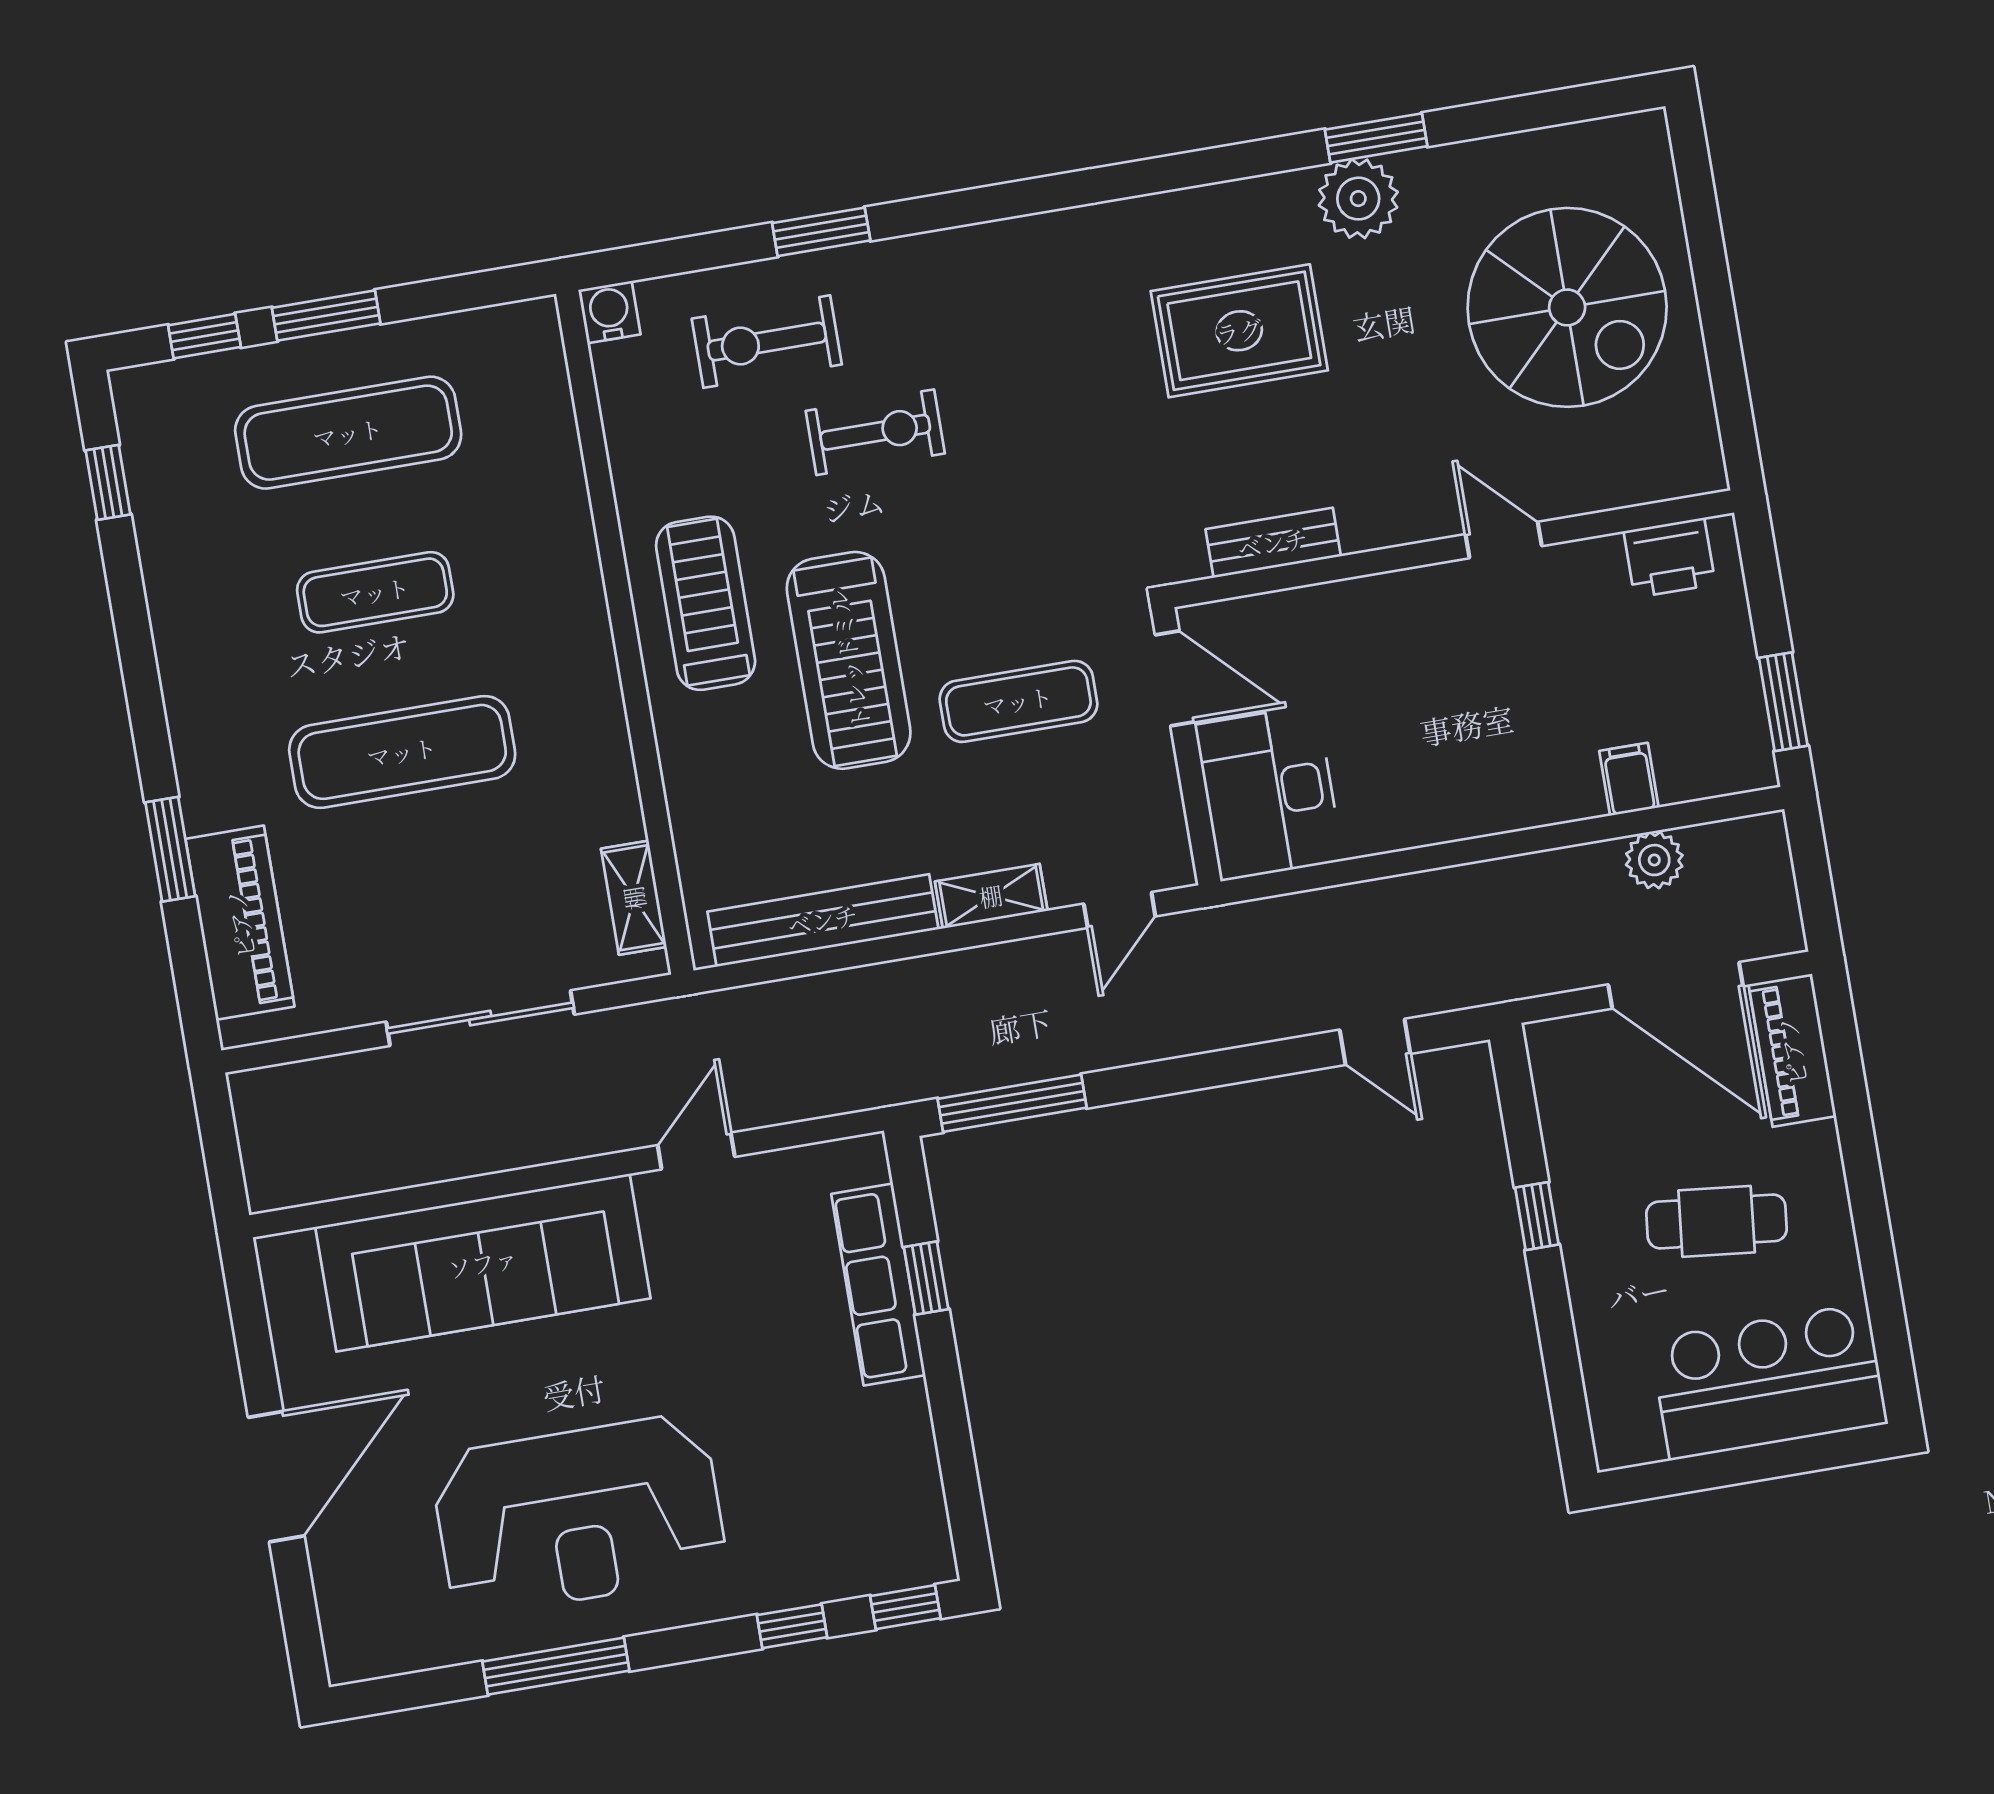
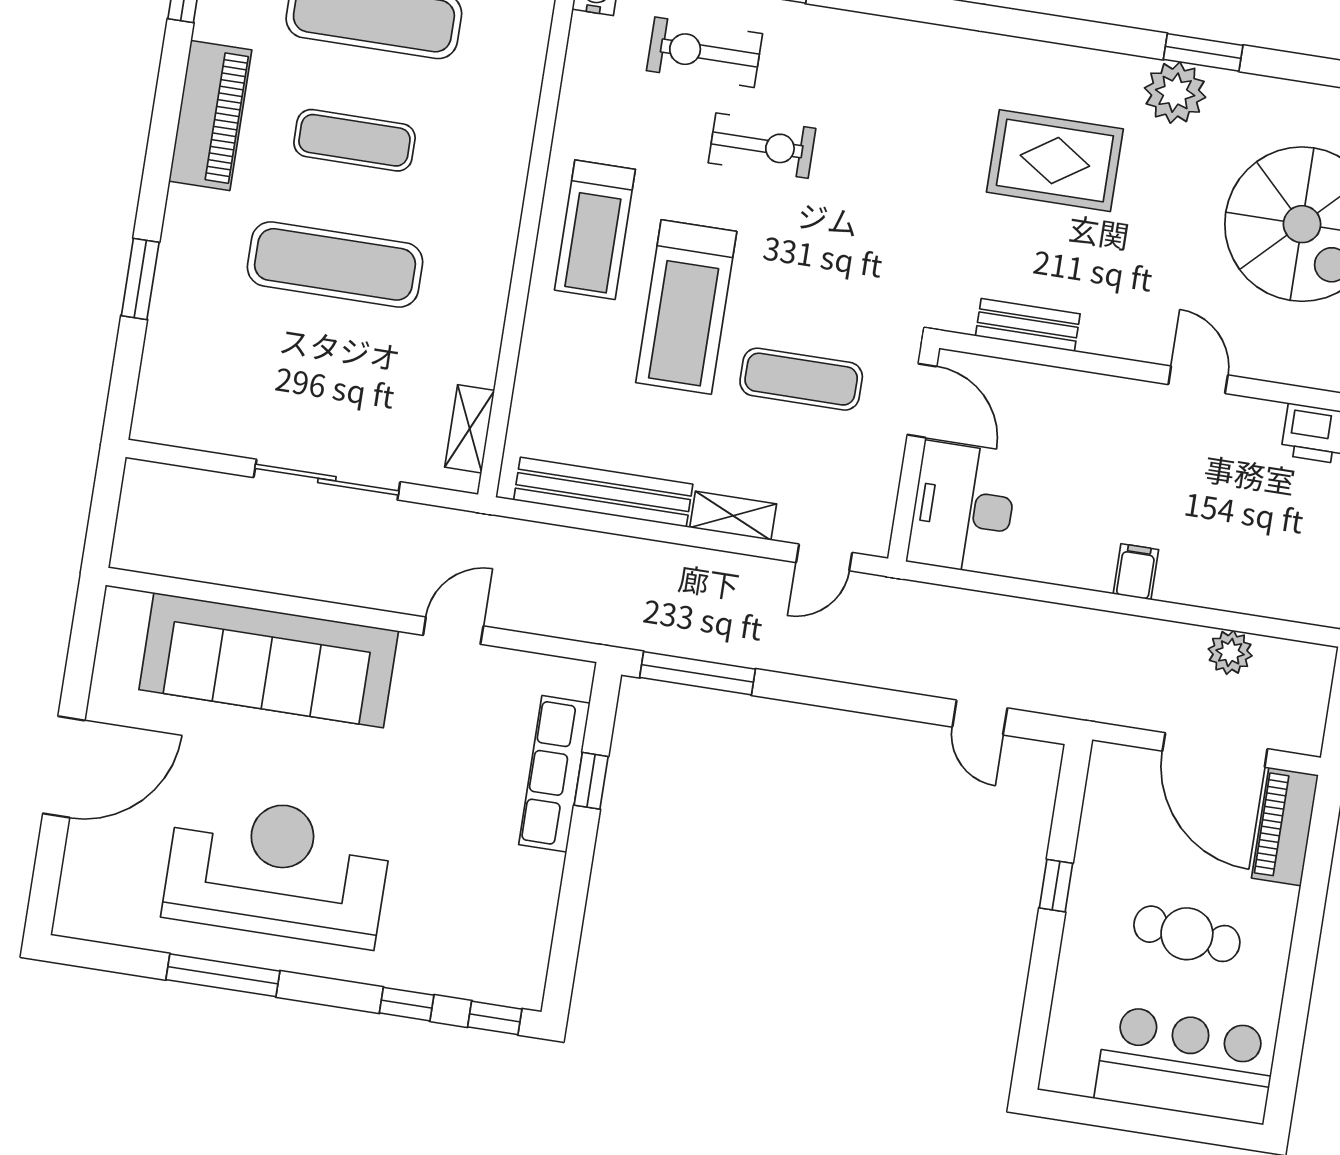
treadmill: (706, 603) -> (595, 230), turned 180
filing cabinet: (1629, 779) -> (1136, 572), moved
piano: (240, 923) -> (210, 115), moved
reception desk: (579, 1515) -> (277, 870), turned 180

